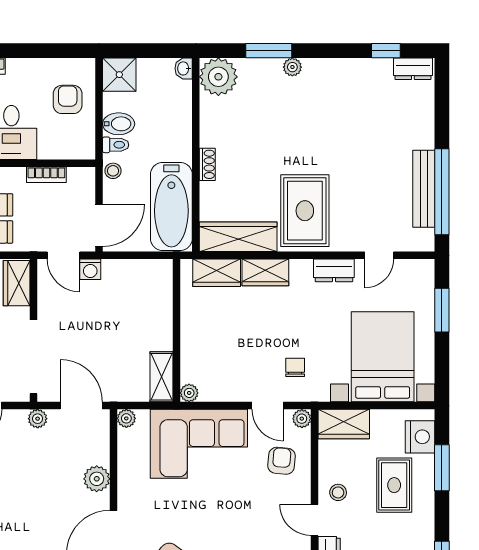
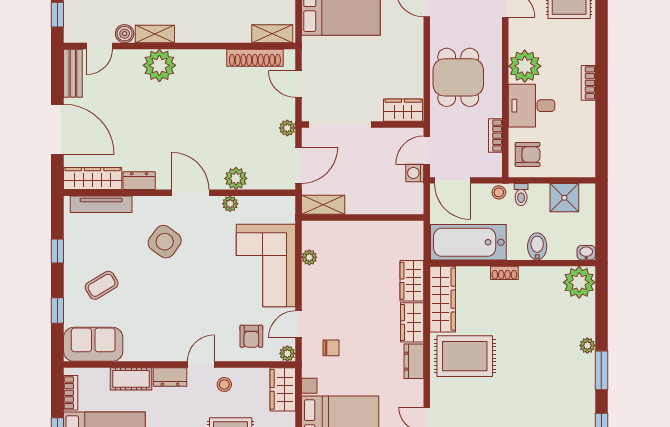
window: (269, 51) -> (601, 370), moved
shower: (119, 75) -> (564, 198), moved
armchair: (68, 99) -> (528, 155), moved
bidet: (119, 124) -> (537, 246), moved, turned 180
dresser: (334, 270) -> (414, 361), moved
wall: (176, 330) -> (363, 218), moved
shelving: (162, 377) -> (323, 205), moved
plant: (126, 418) -> (230, 204), moved
armchair: (282, 461) -> (251, 336), turned 85

